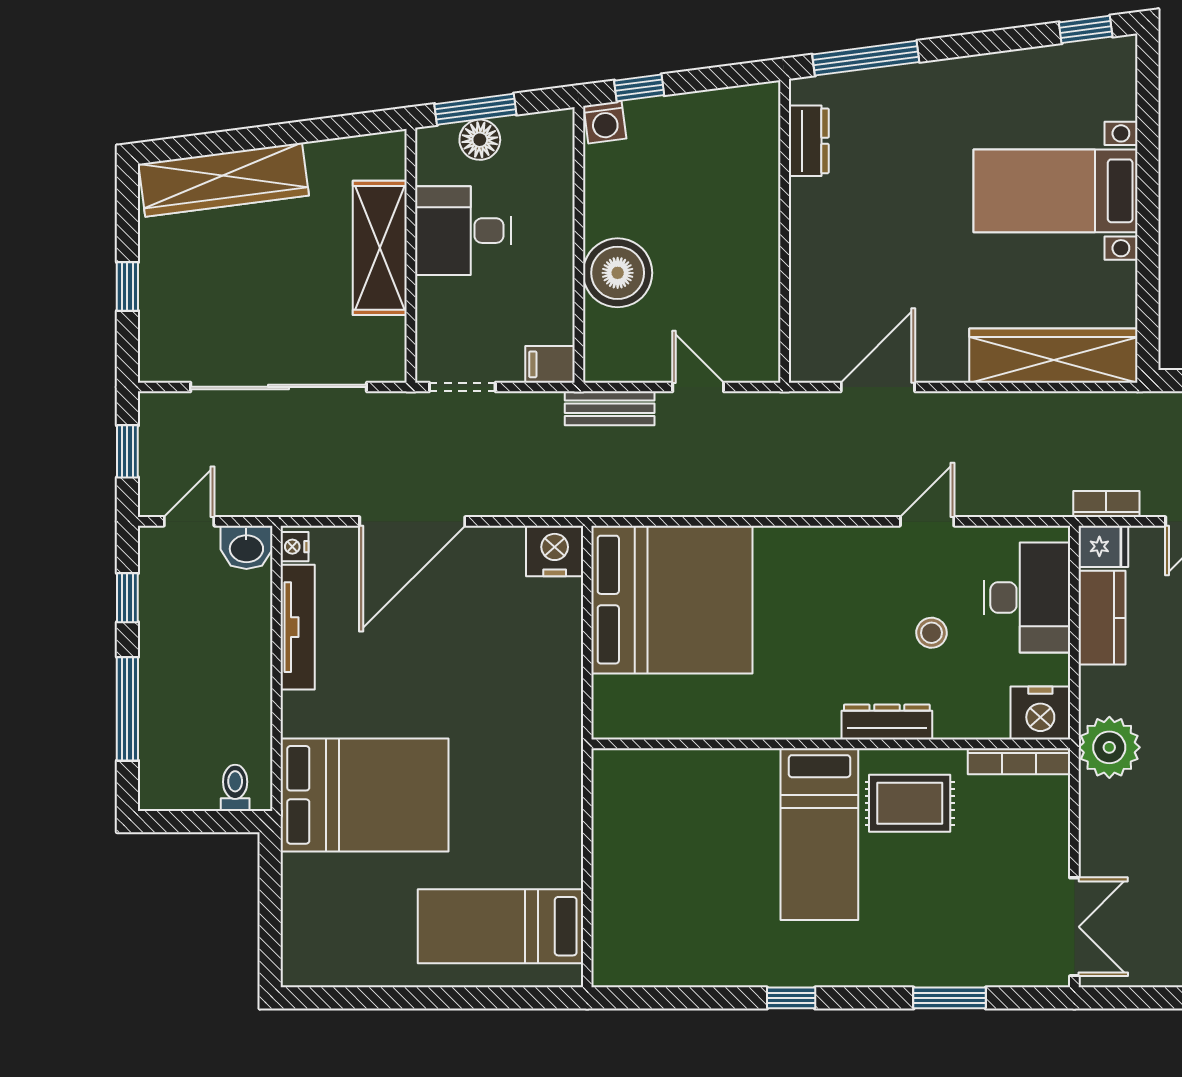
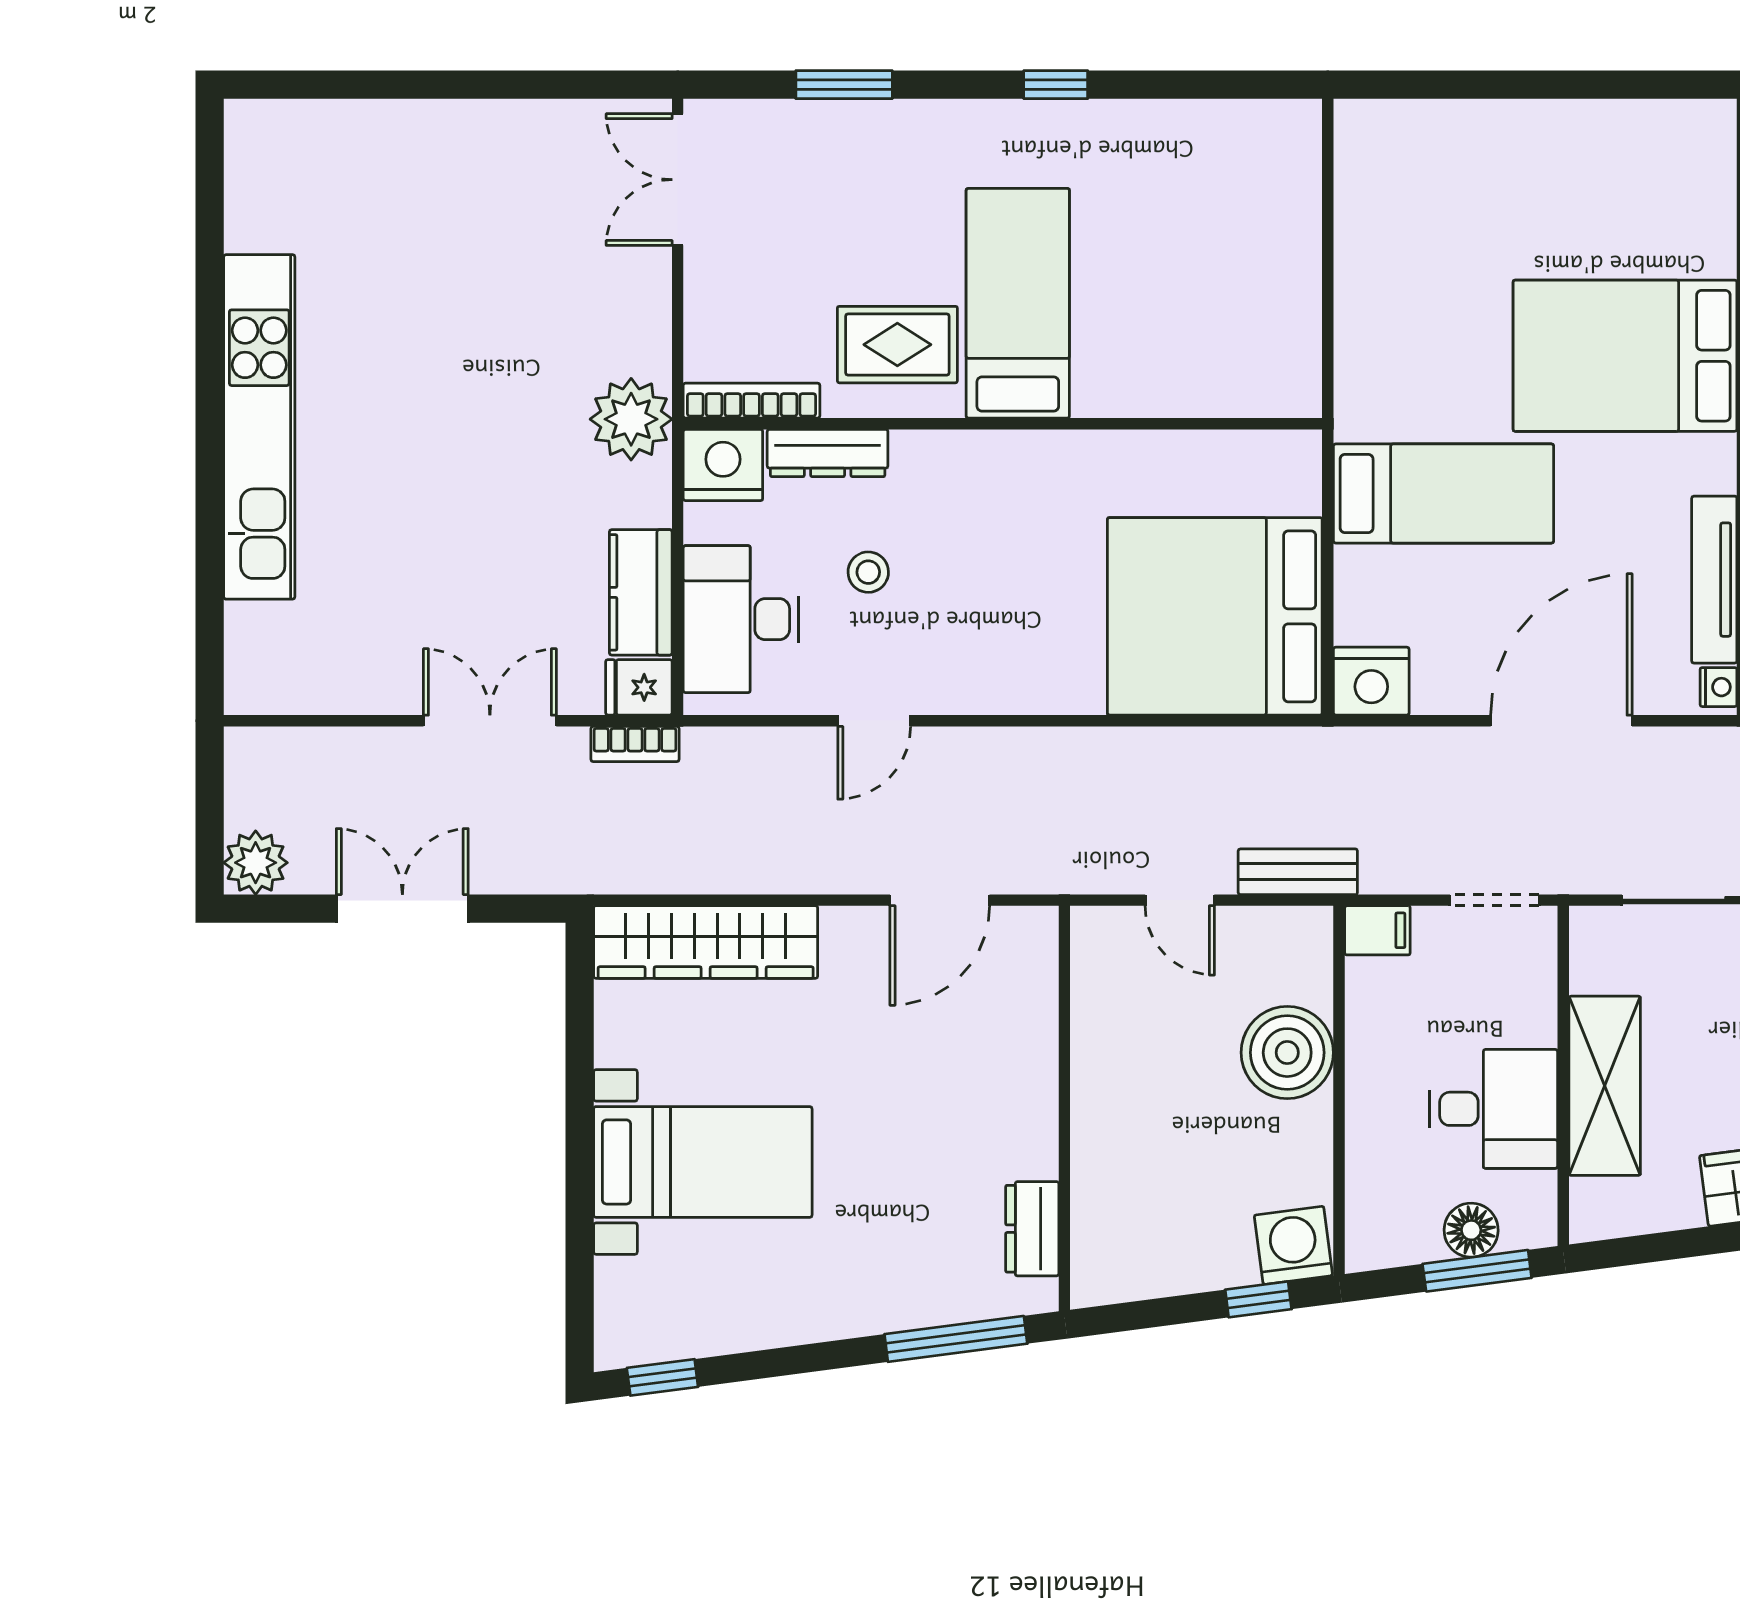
washing machine: (605, 122) -> (1293, 1245), width x1.38, depth x1.38
dresser: (887, 722) -> (828, 453), moved
bed: (500, 926) -> (1444, 493), moved

